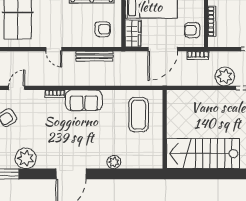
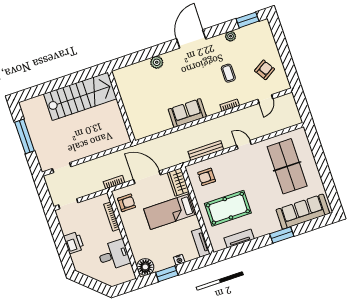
door: (163, 49) -> (147, 177), hinge flipped
plant: (225, 76) -> (84, 171), removed
sofa: (84, 100) -> (187, 113), moved
coffee table: (139, 115) -> (228, 73), moved, width x0.54, depth x0.58
plant: (26, 158) -> (231, 36), width x0.53, depth x0.53

